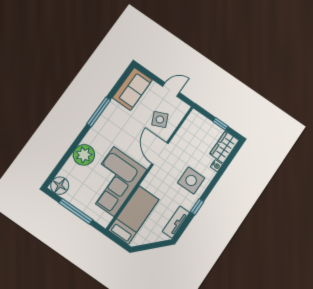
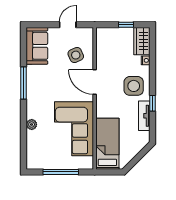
plant: (84, 155) -> (32, 124), width x0.53, depth x0.53
floor lamp: (60, 186) -> (34, 161), removed
tv unit: (176, 222) -> (144, 116), moved

